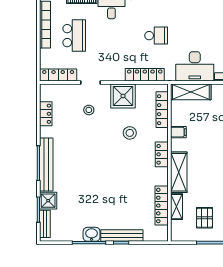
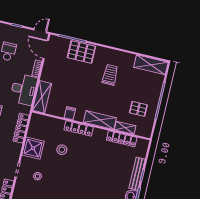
locker: (162, 110) -> (50, 121), removed
locker: (162, 154) -> (79, 128), width x1.53

